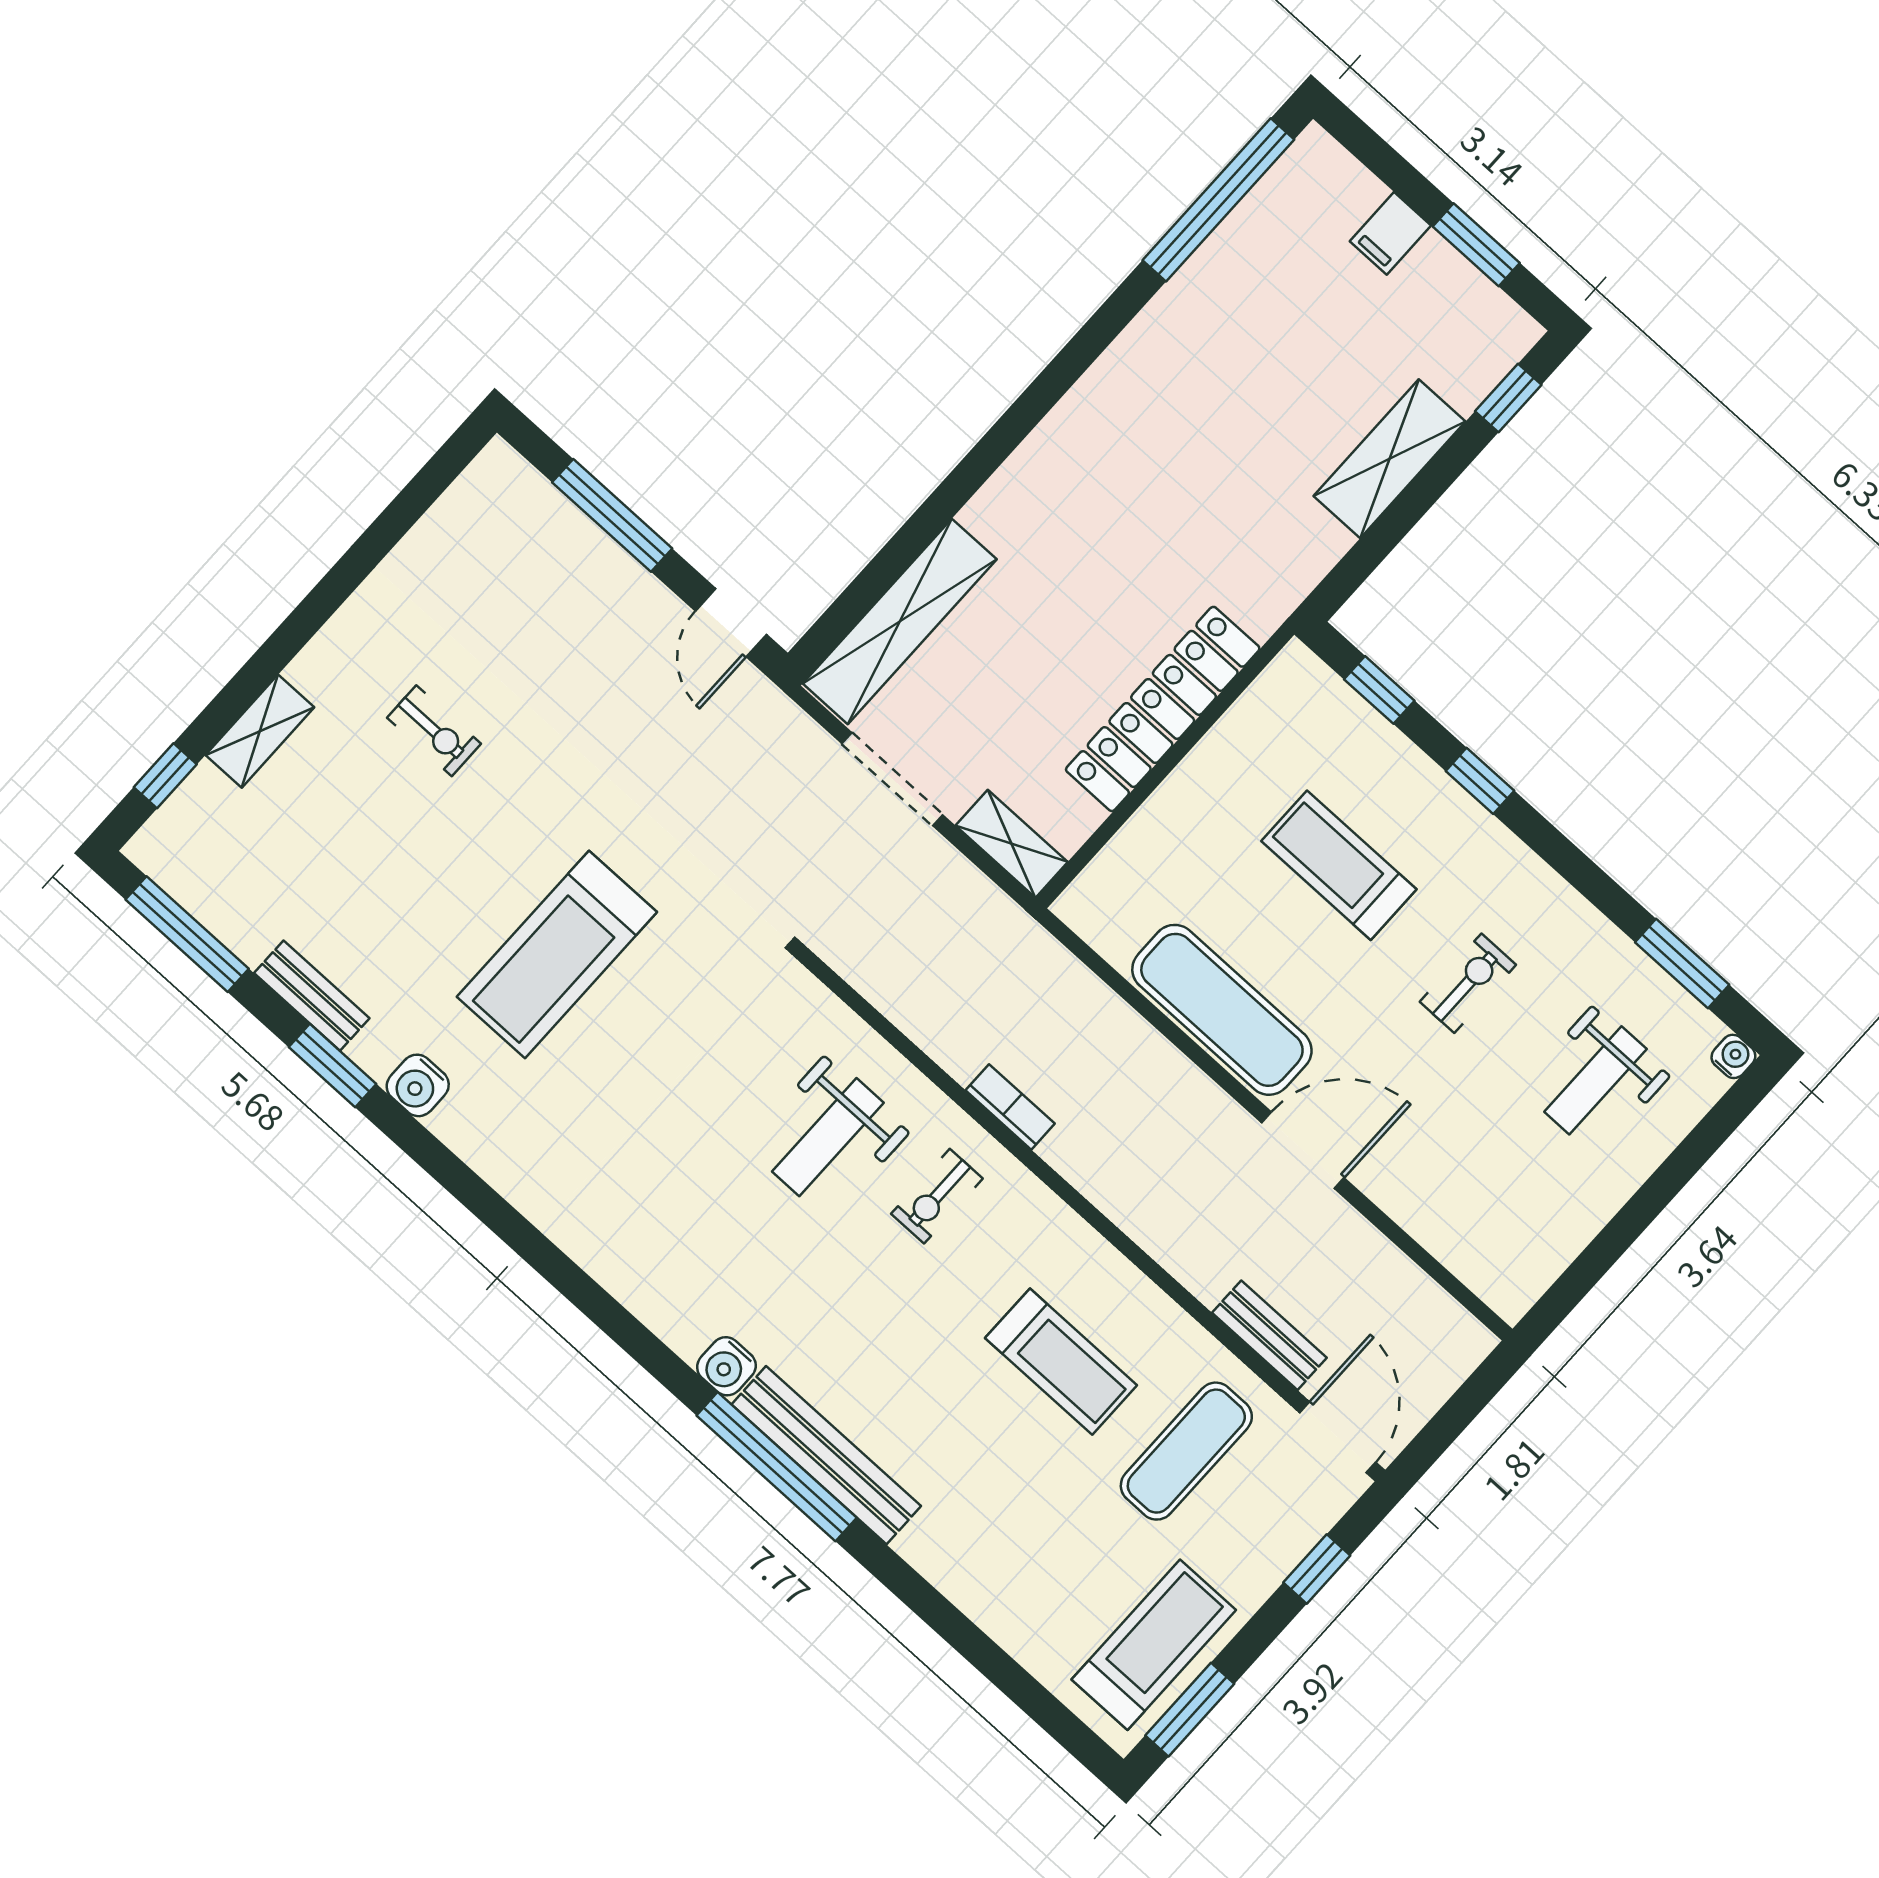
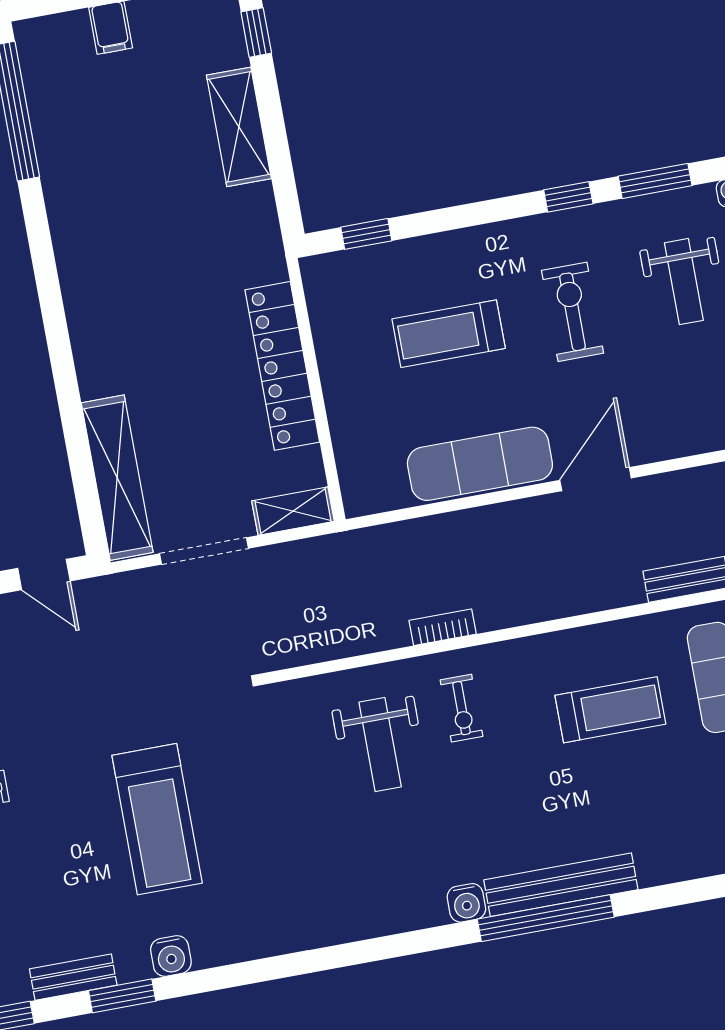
window: (1480, 781) -> (568, 197), moved
exercise bike: (1468, 983) -> (573, 312), width x1.38, depth x1.39

